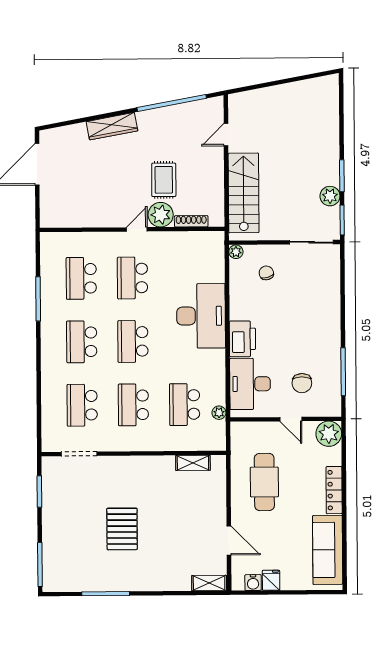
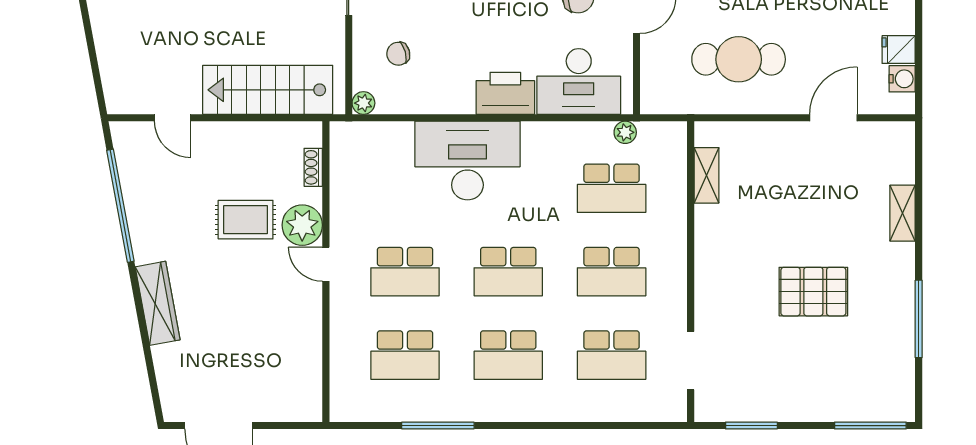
shoe rack: (191, 221) -> (313, 167), width x0.70
shelving: (209, 583) -> (903, 213), moved

